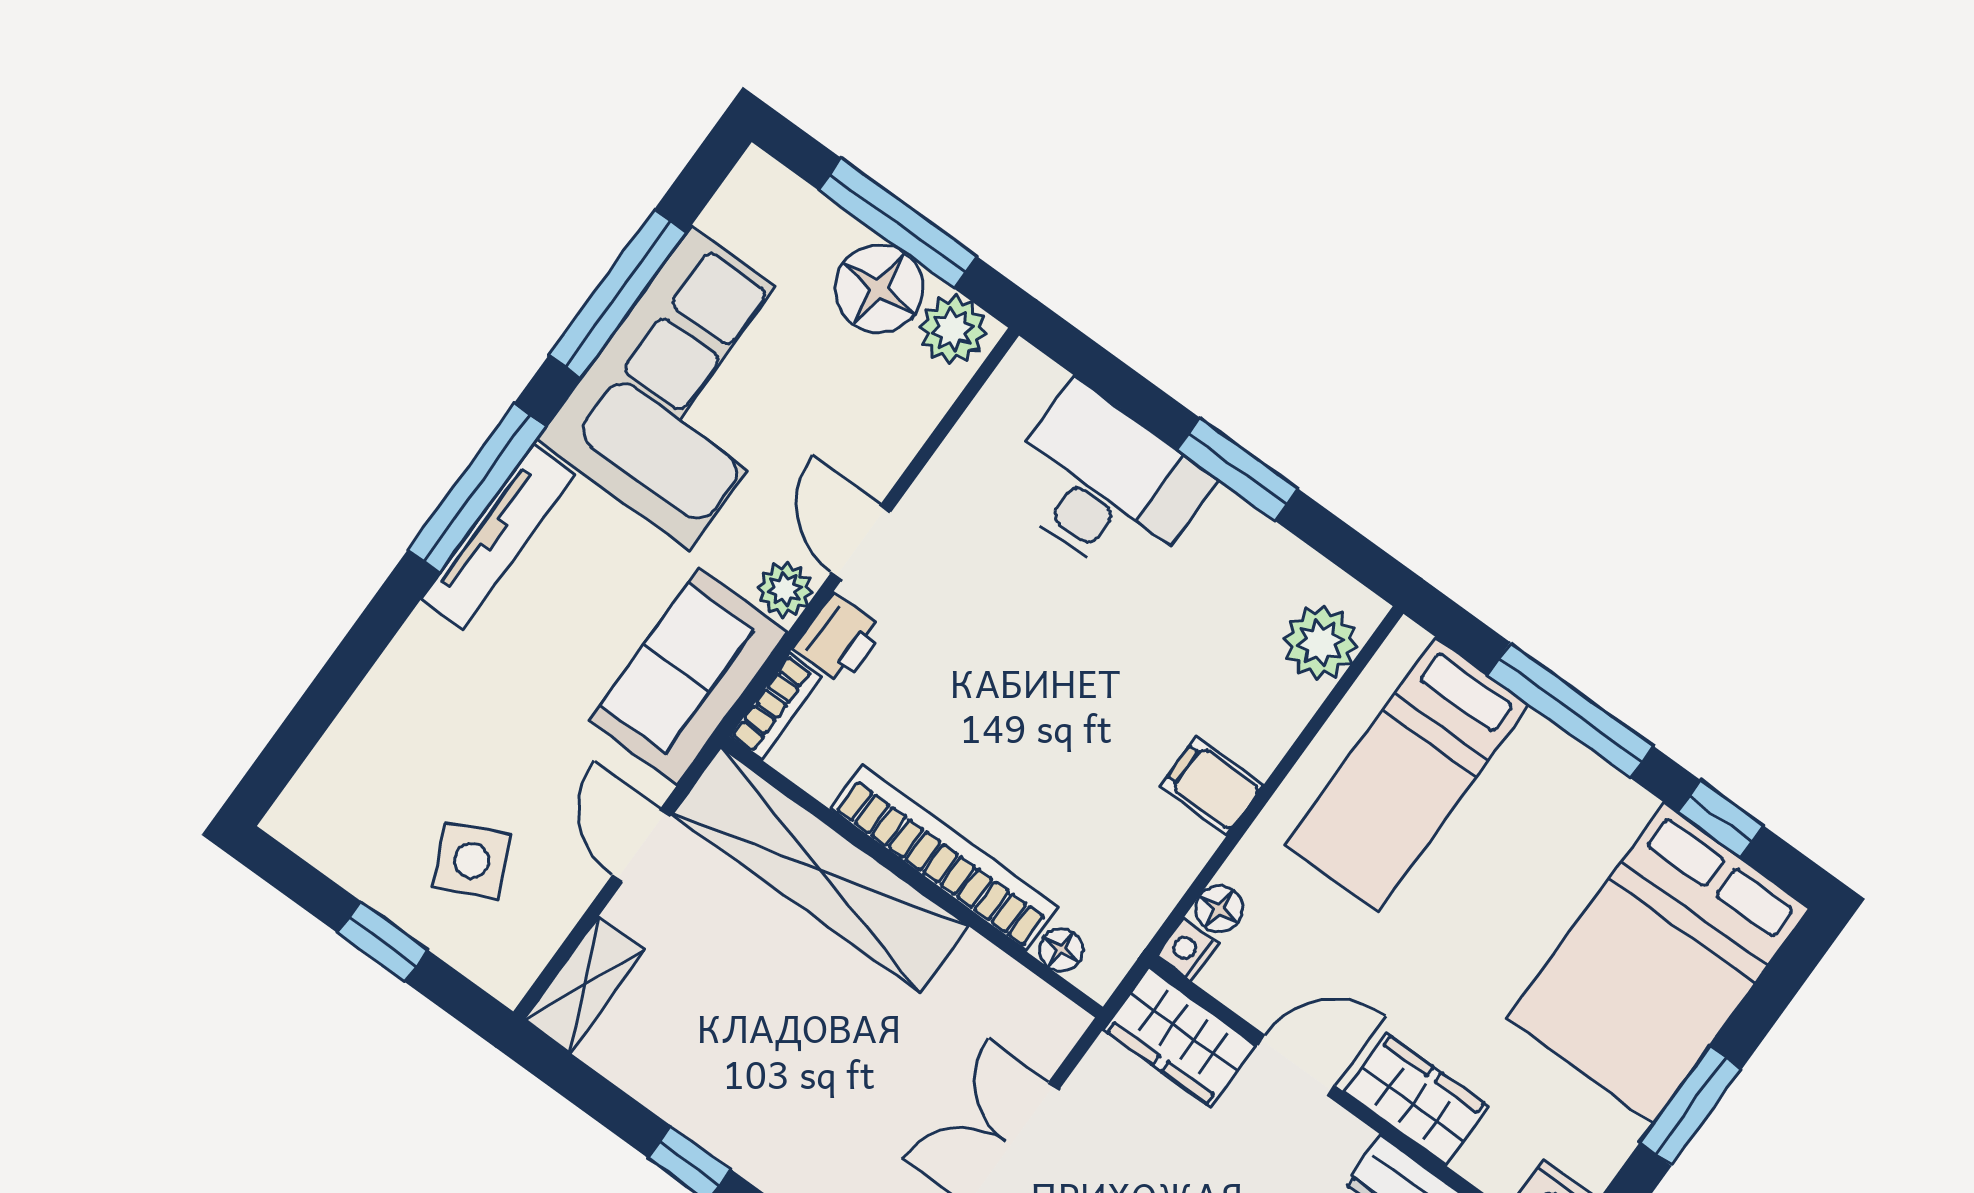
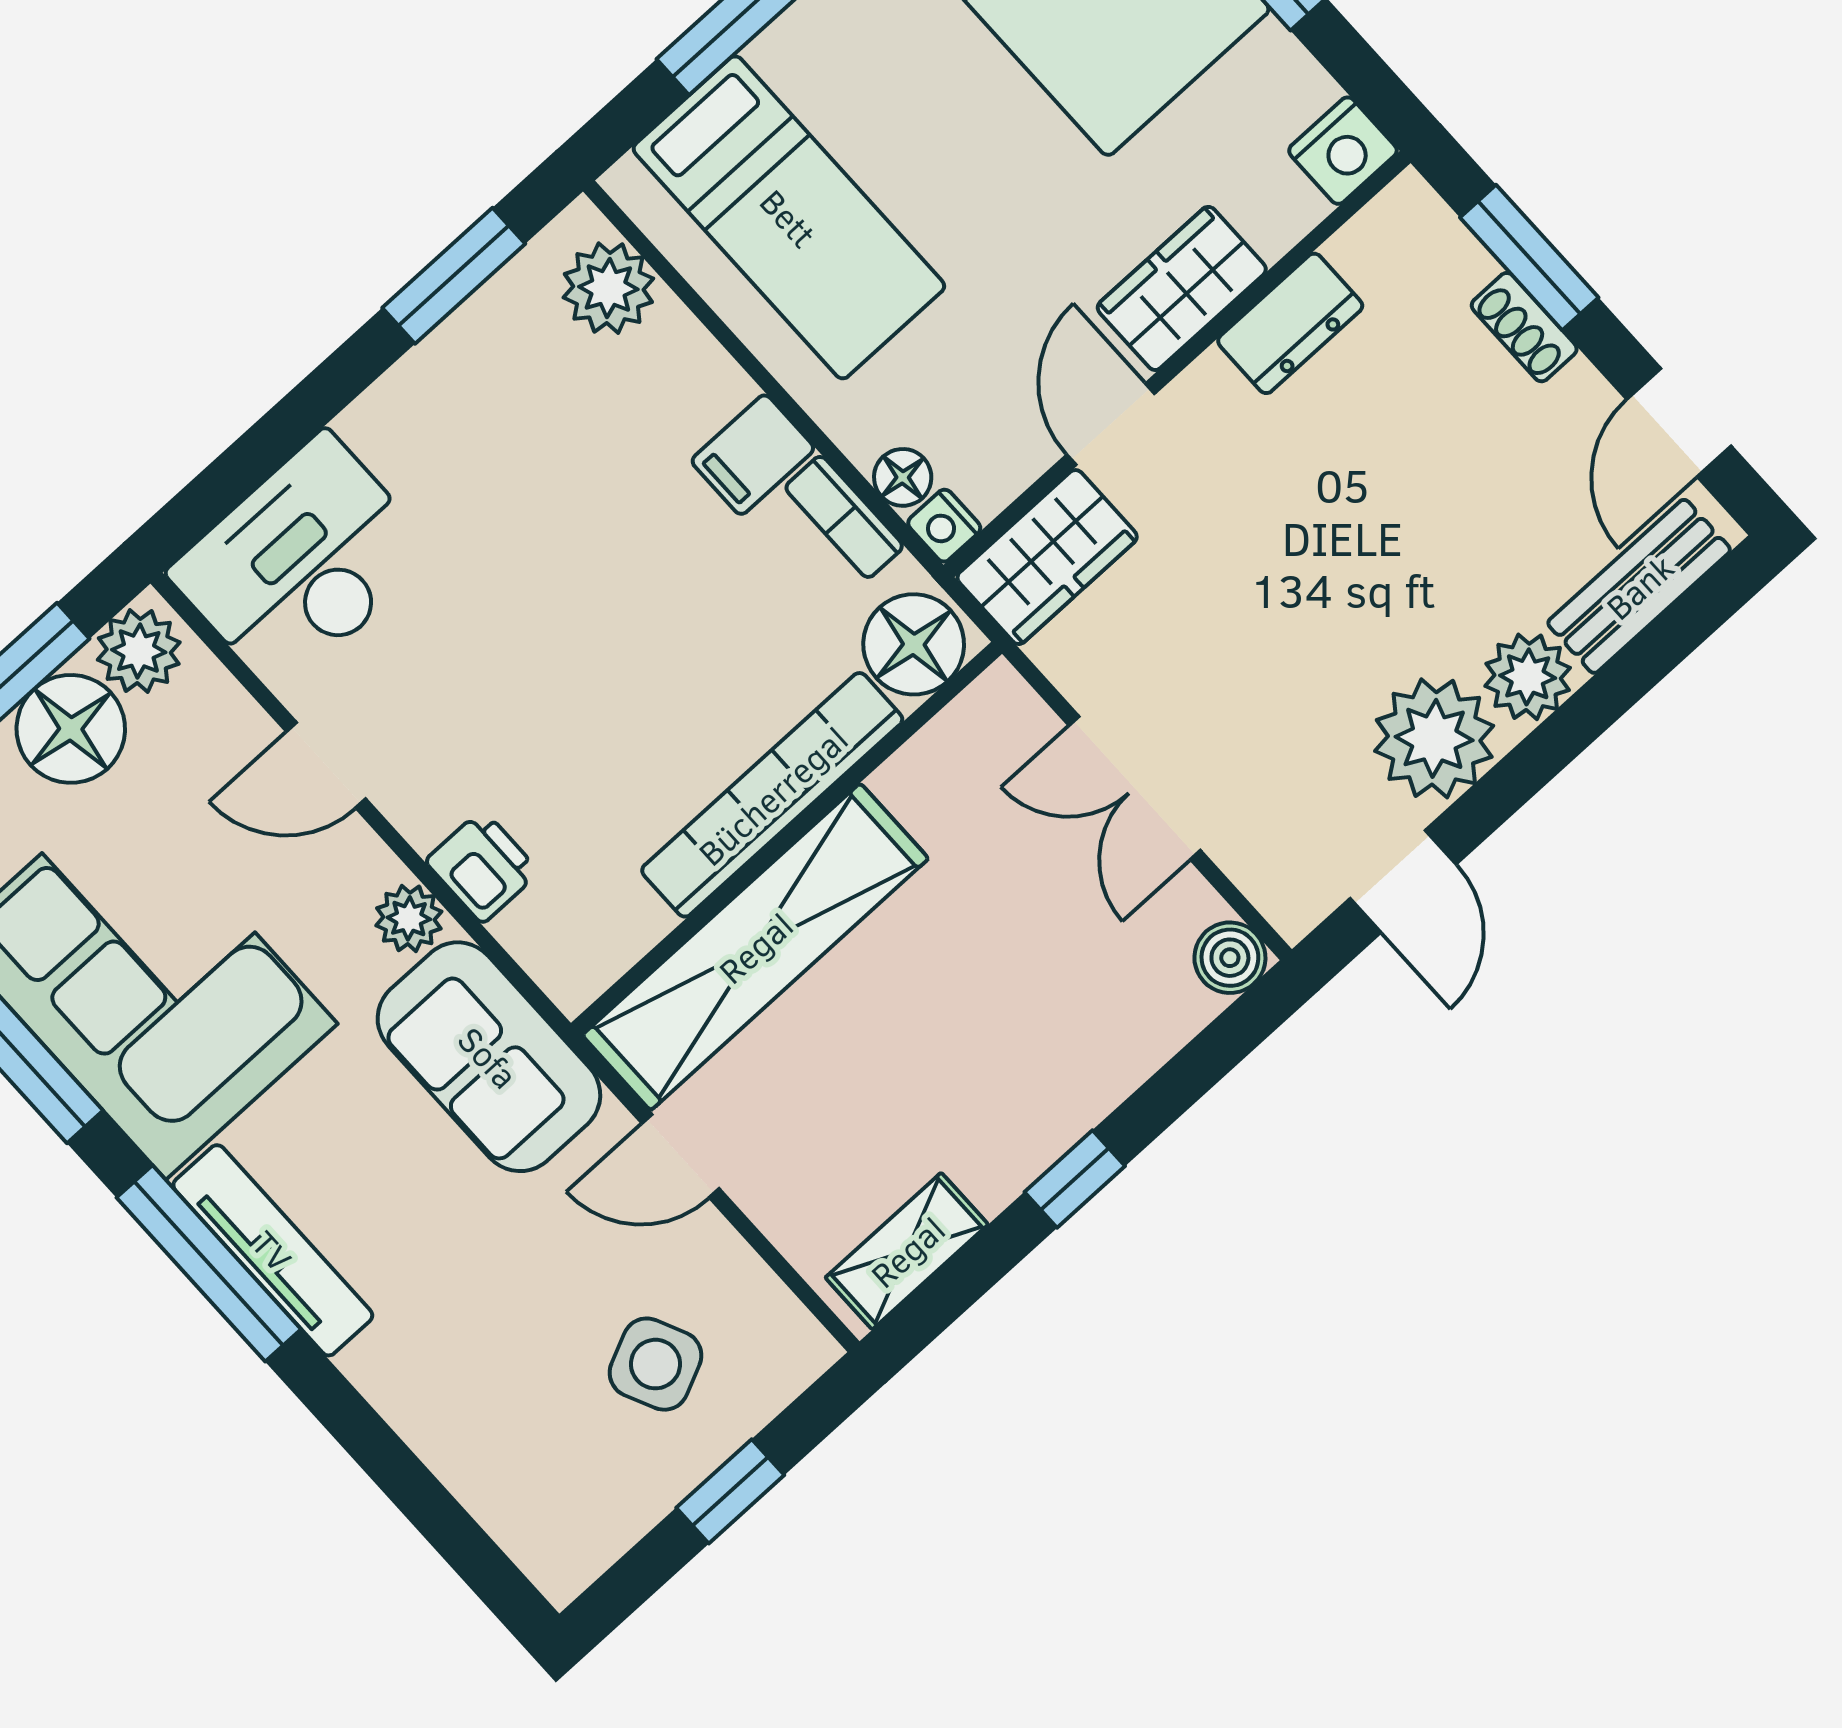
window: (1238, 469) -> (454, 276), moved
desk: (1105, 484) -> (302, 563), moved
door: (861, 542) -> (326, 765), moved
bookcase: (775, 707) -> (844, 517), moved, turned 180
floor lamp: (1061, 950) -> (914, 644), width x1.89, depth x1.89
shelving: (584, 985) -> (907, 1251), moved, turned 90

